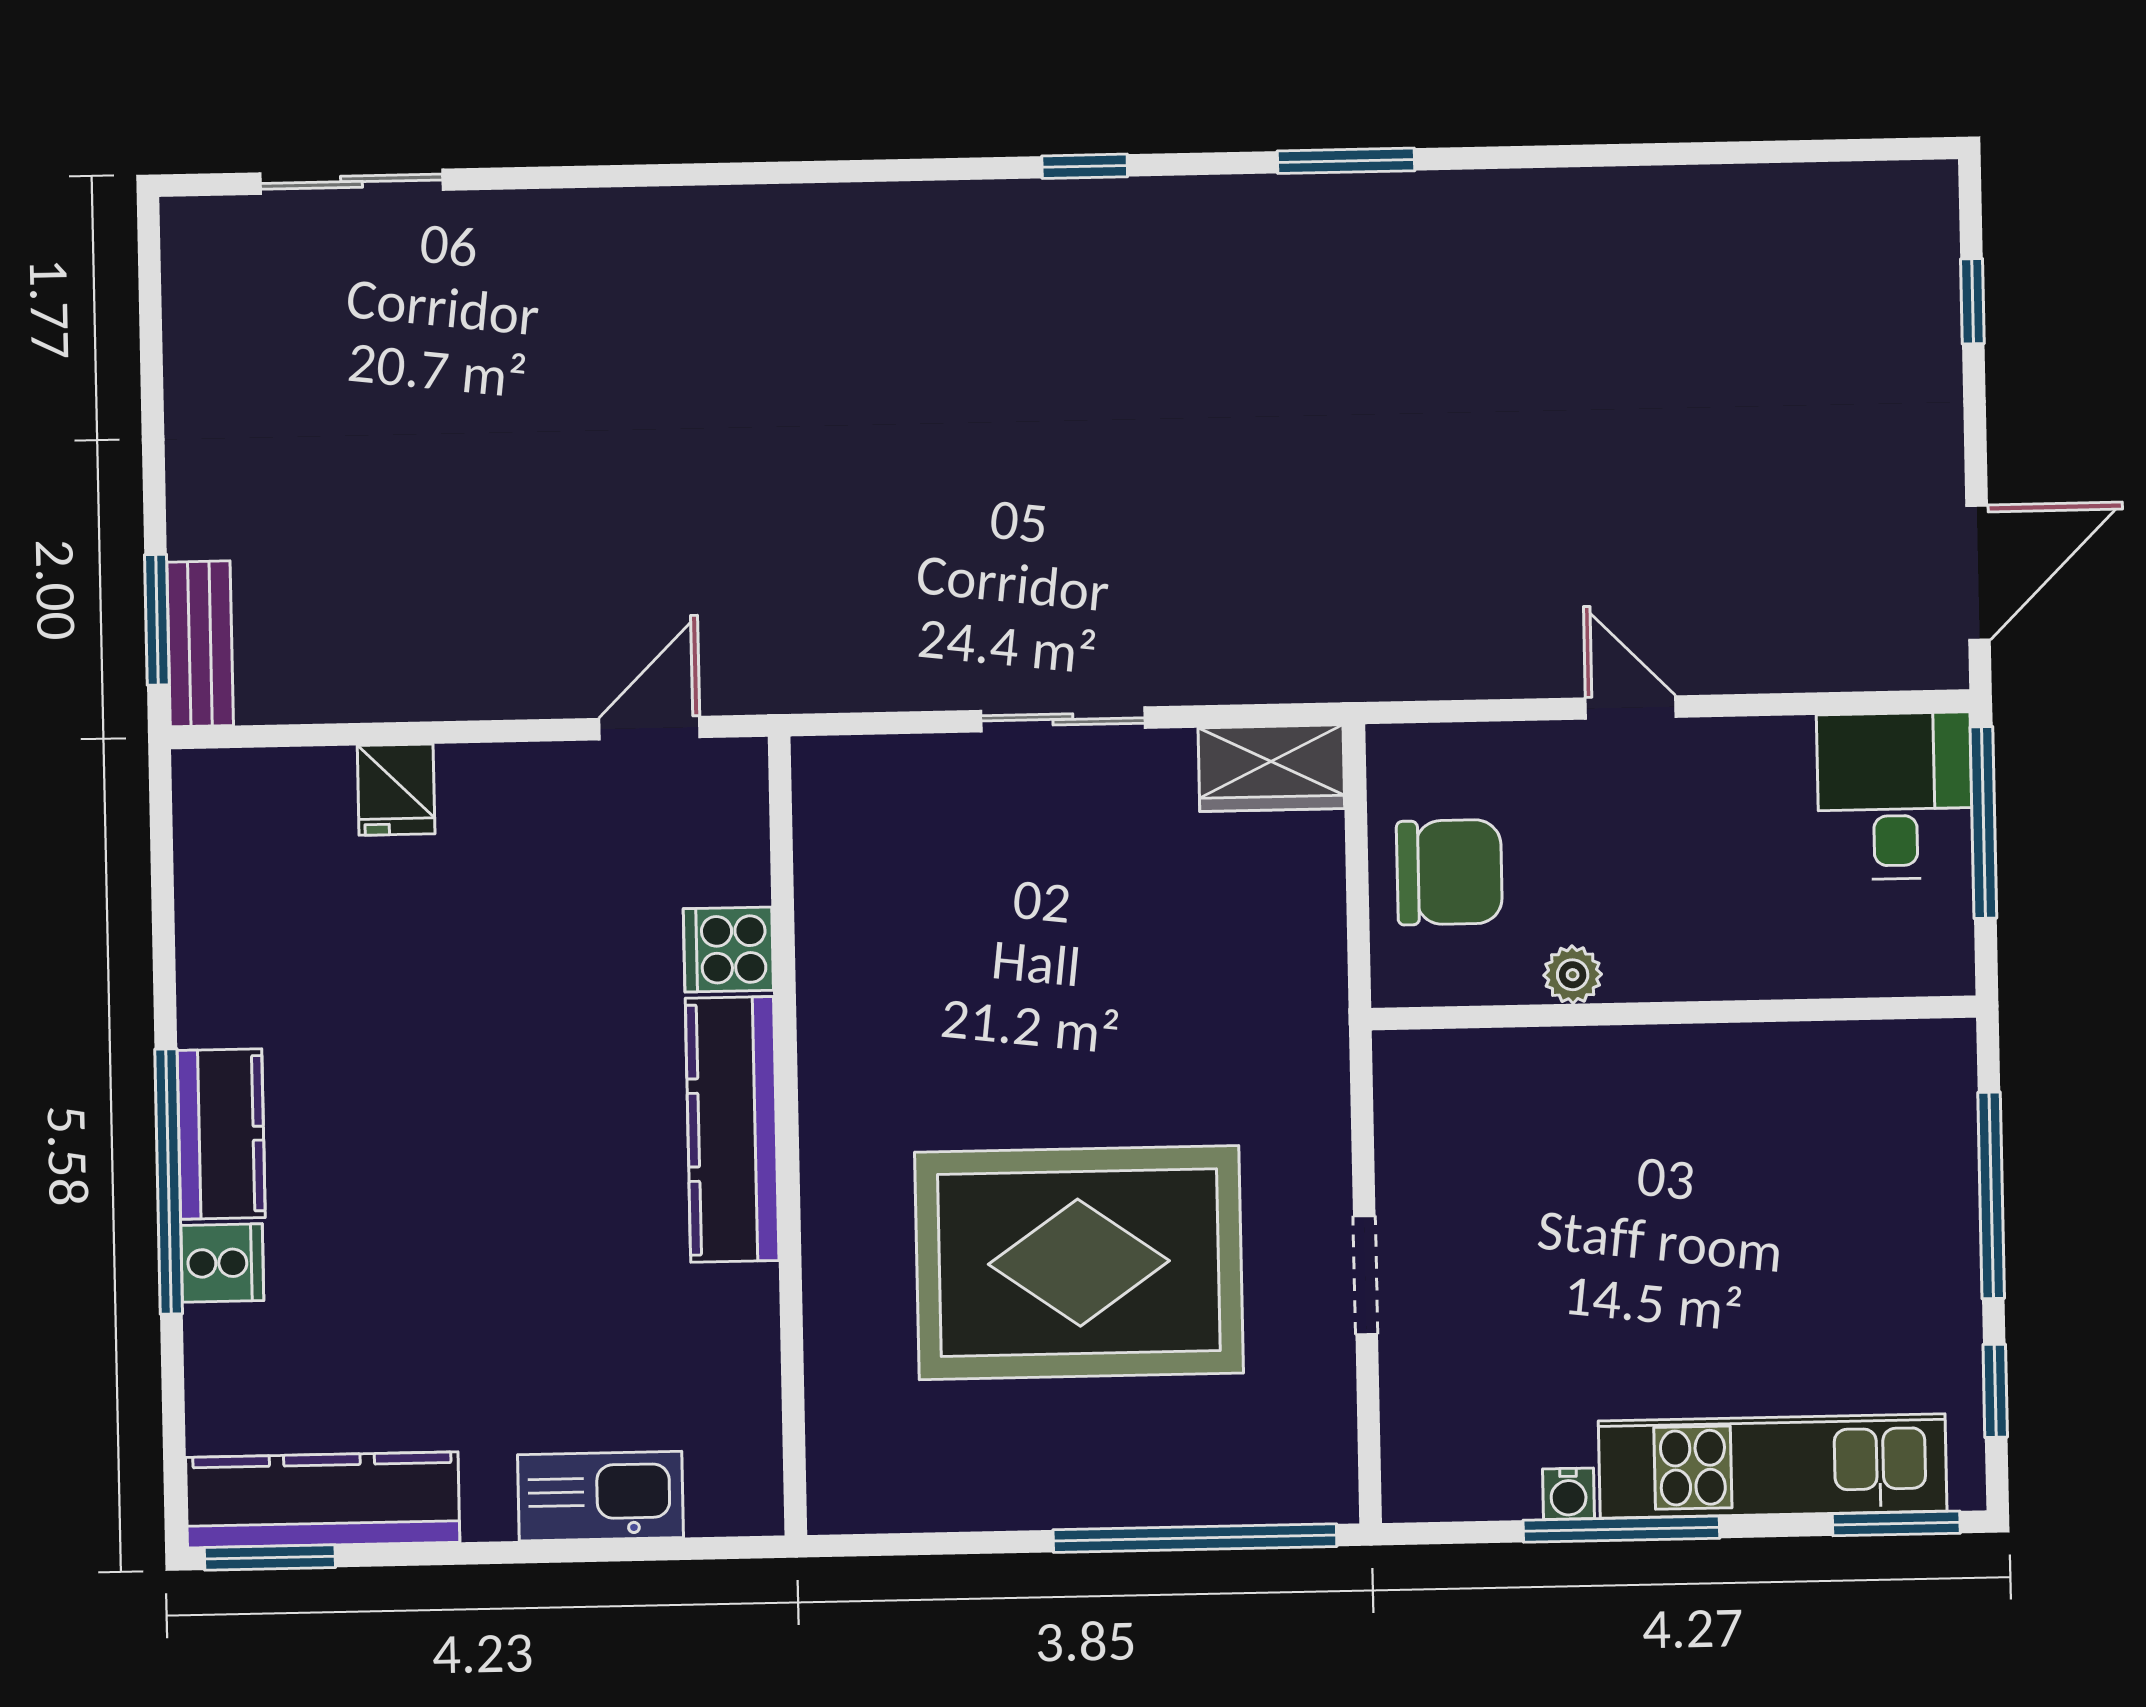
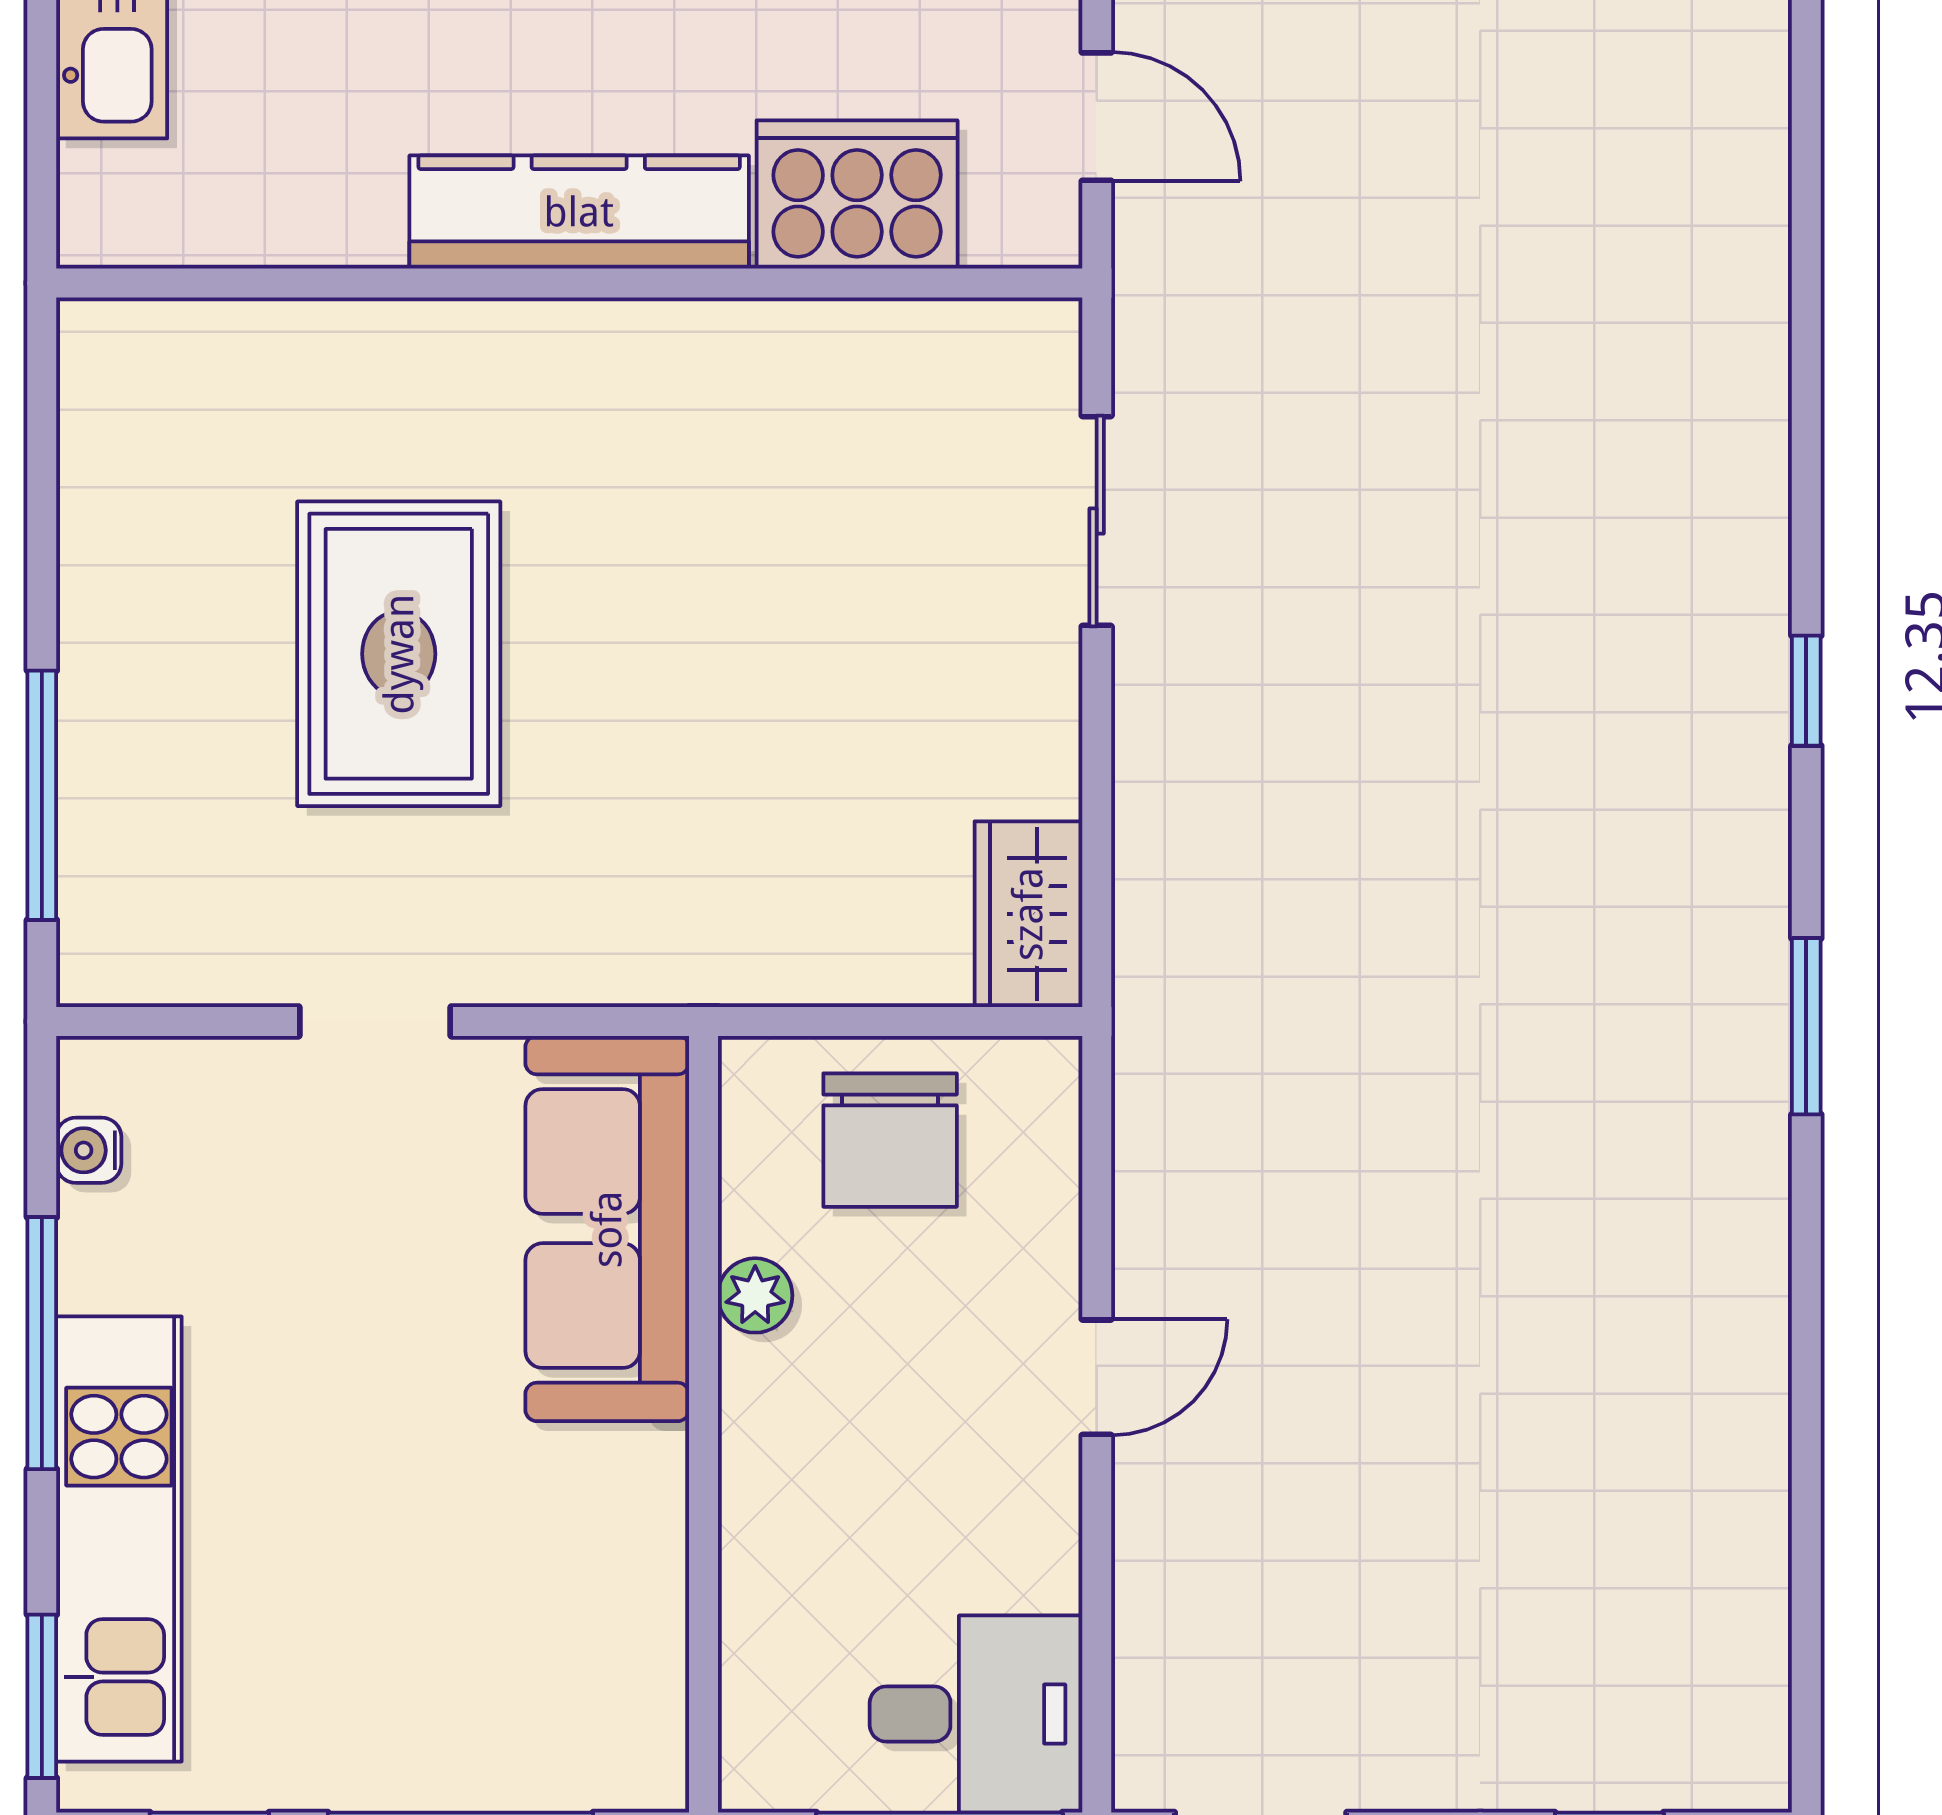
sliding door: (1063, 719) -> (1097, 521), moved
cooker: (728, 950) -> (857, 194), width x1.87, depth x1.31
sofa: (1523, 1091) -> (607, 1229), added
rug: (1079, 1263) -> (399, 654), width x0.73, depth x0.69
water cooler: (1568, 1494) -> (89, 1150), moved
window: (1195, 1538) -> (42, 795), width x0.68

